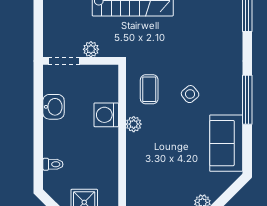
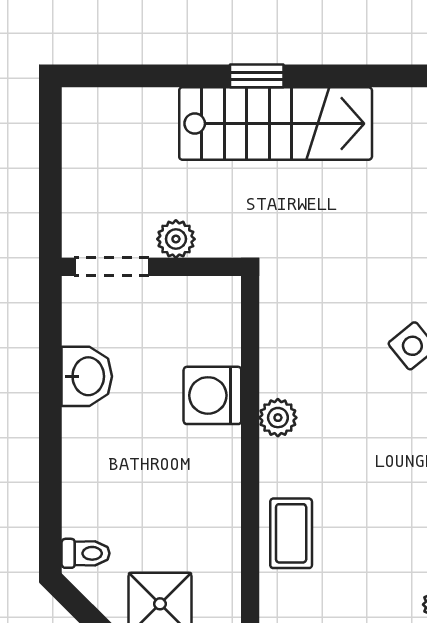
coffee table: (149, 89) -> (291, 533), moved
toilet: (53, 164) -> (85, 553), moved

